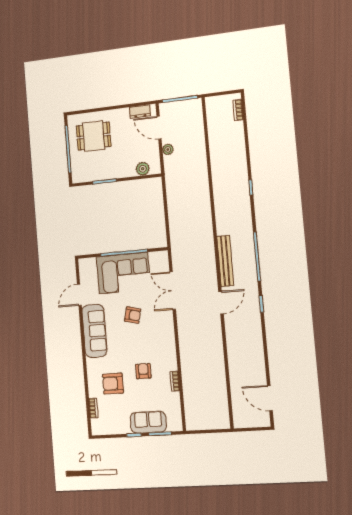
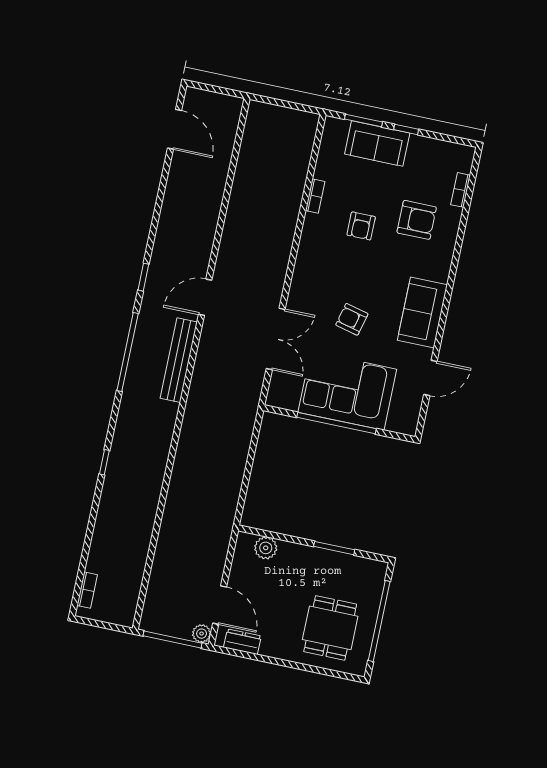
dining table: (94, 136) -> (330, 628), turned 90
plant: (168, 149) -> (202, 634), moved
sofa: (94, 331) -> (422, 313), width x0.73

